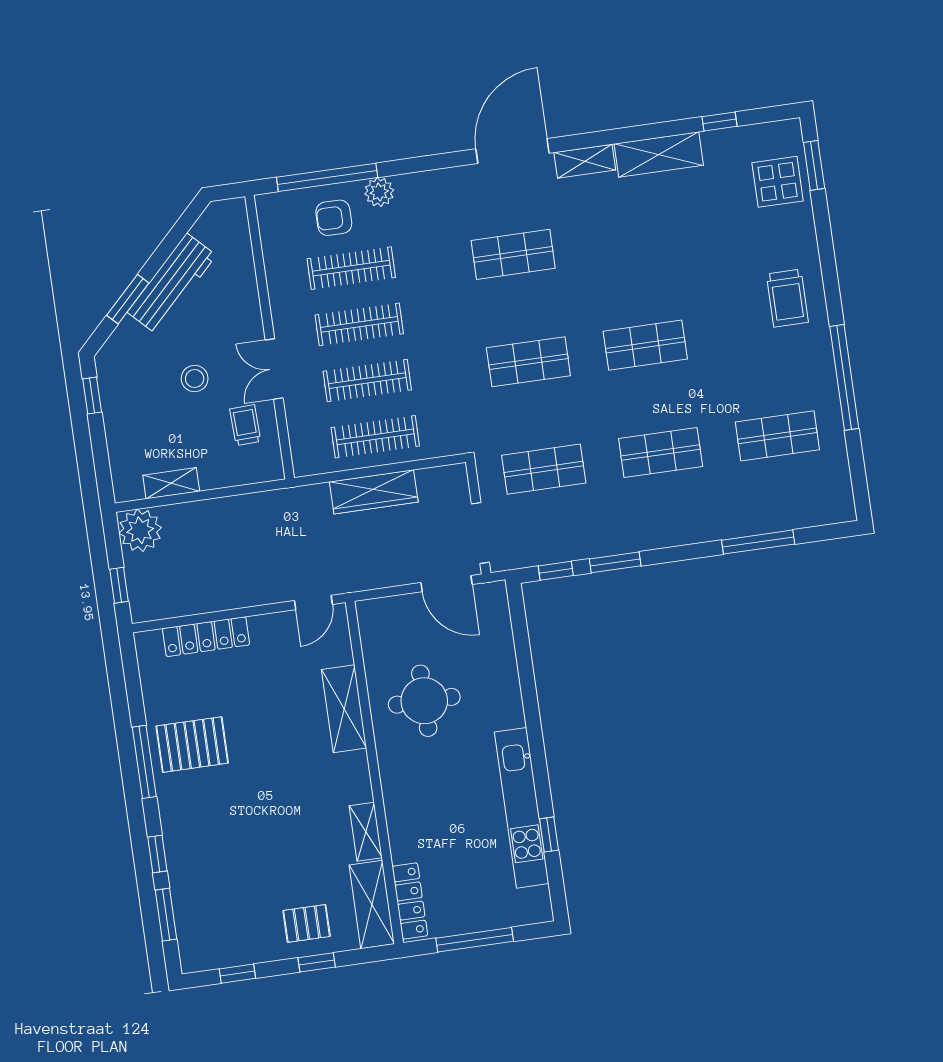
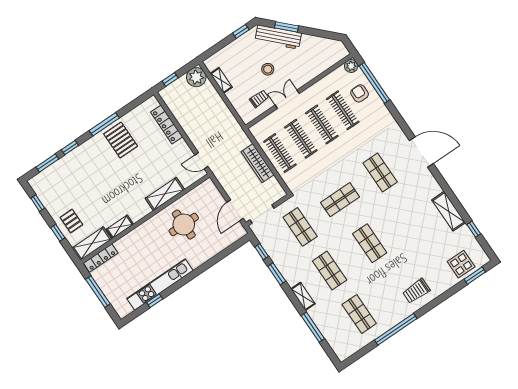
shelving: (585, 161) -> (303, 296), moved
plant: (379, 192) -> (351, 66), moved
workbench: (172, 284) -> (278, 37), moved
shop shelf: (528, 362) -> (340, 200), turned 90

